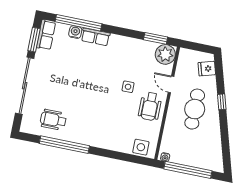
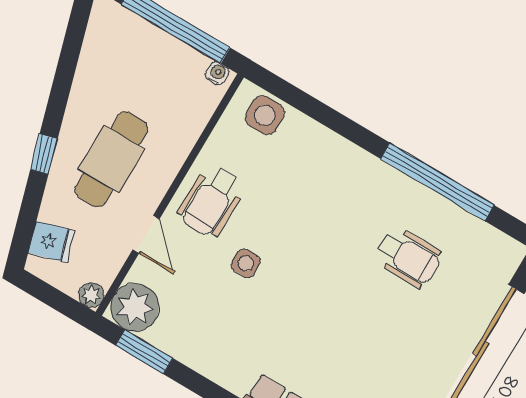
plant: (184, 53) -> (91, 295), added
wheelchair: (150, 106) -> (211, 201), turned 180
wheelchair: (53, 120) -> (408, 257), moved

